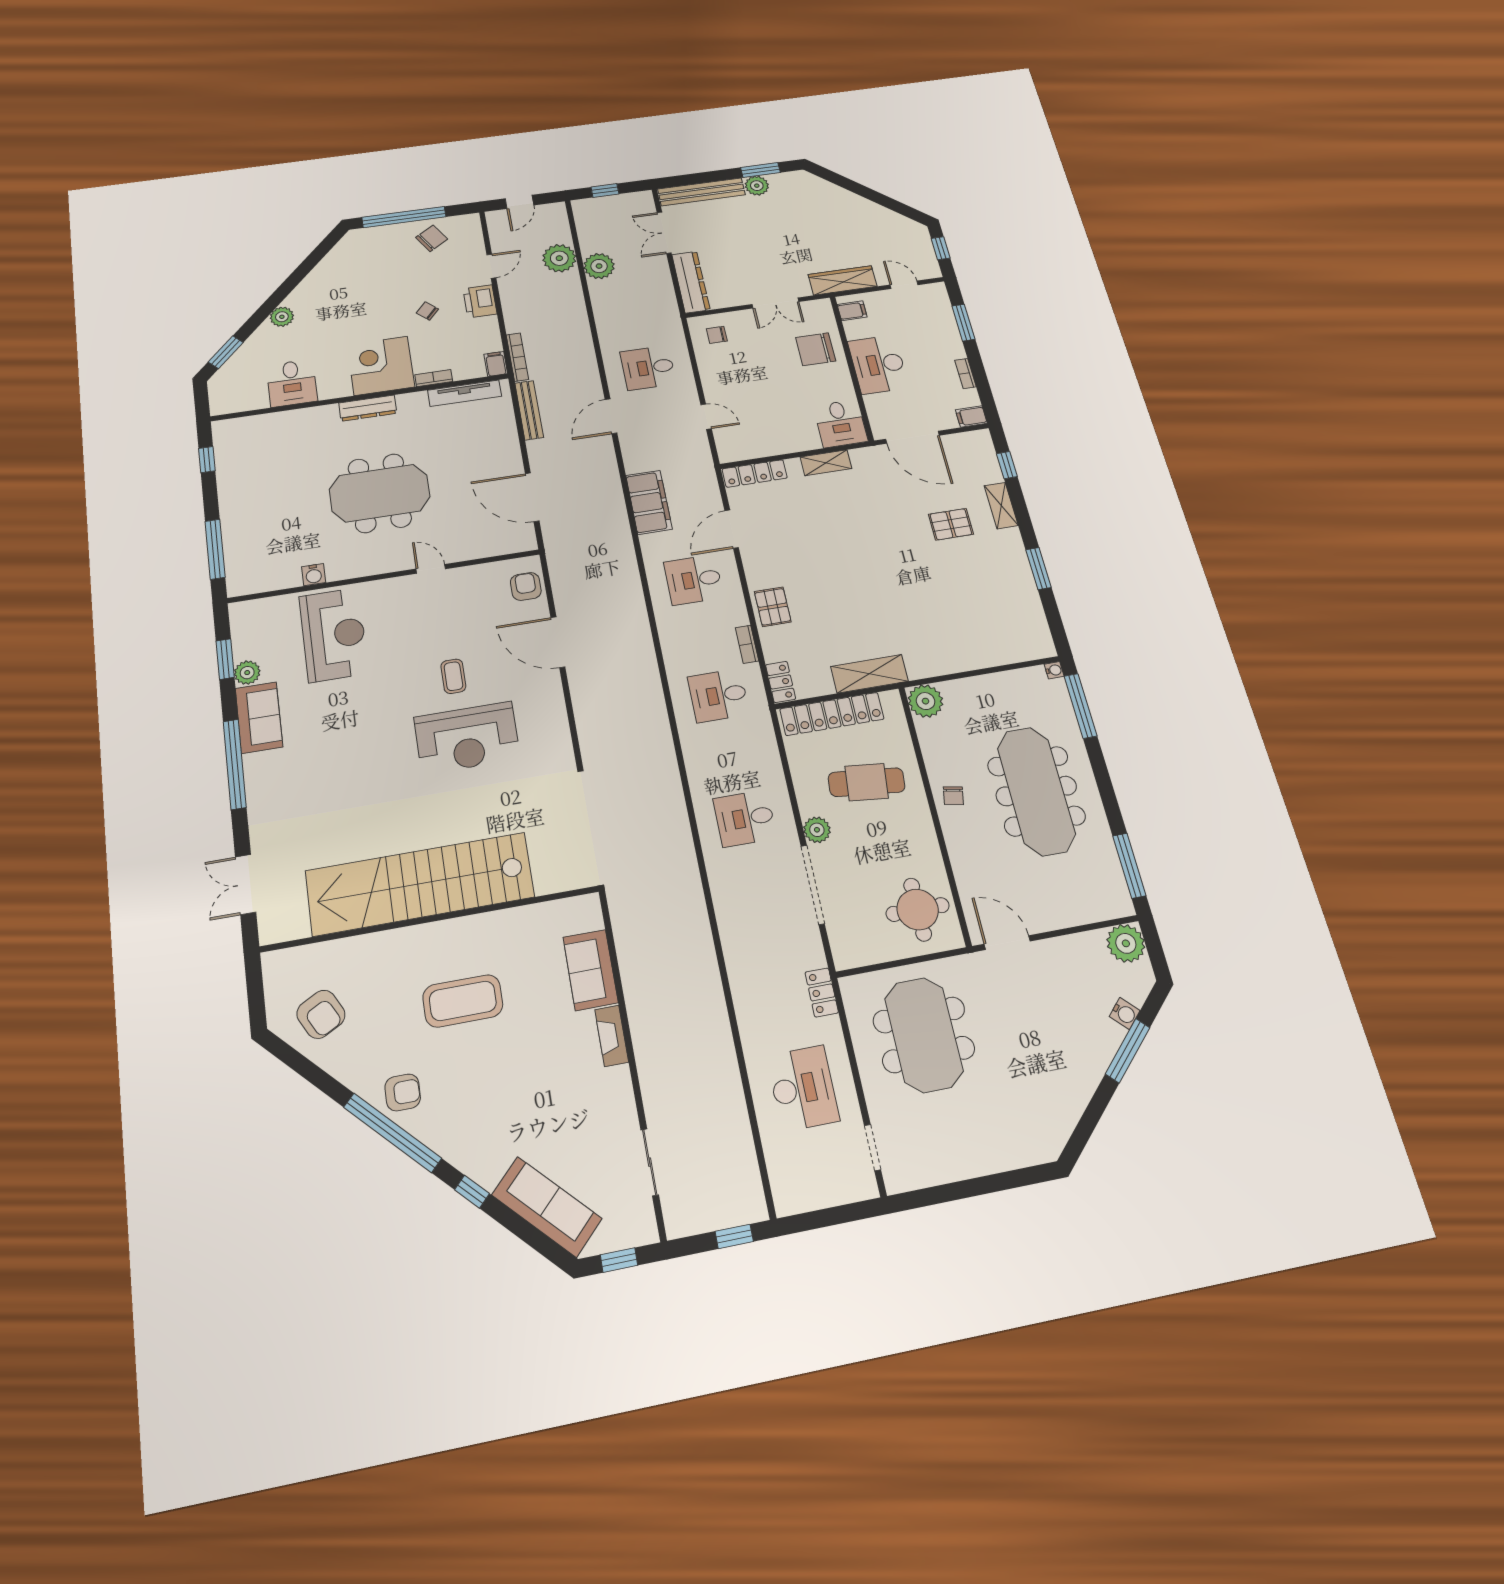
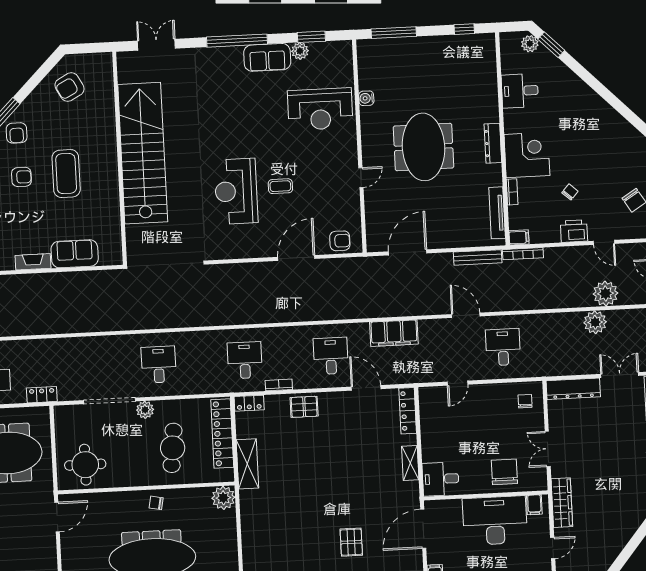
plant: (282, 317) -> (530, 44), moved
desk: (878, 365) -> (495, 521), width x1.36, depth x1.30
armchair: (475, 1074) -> (21, 177), added

